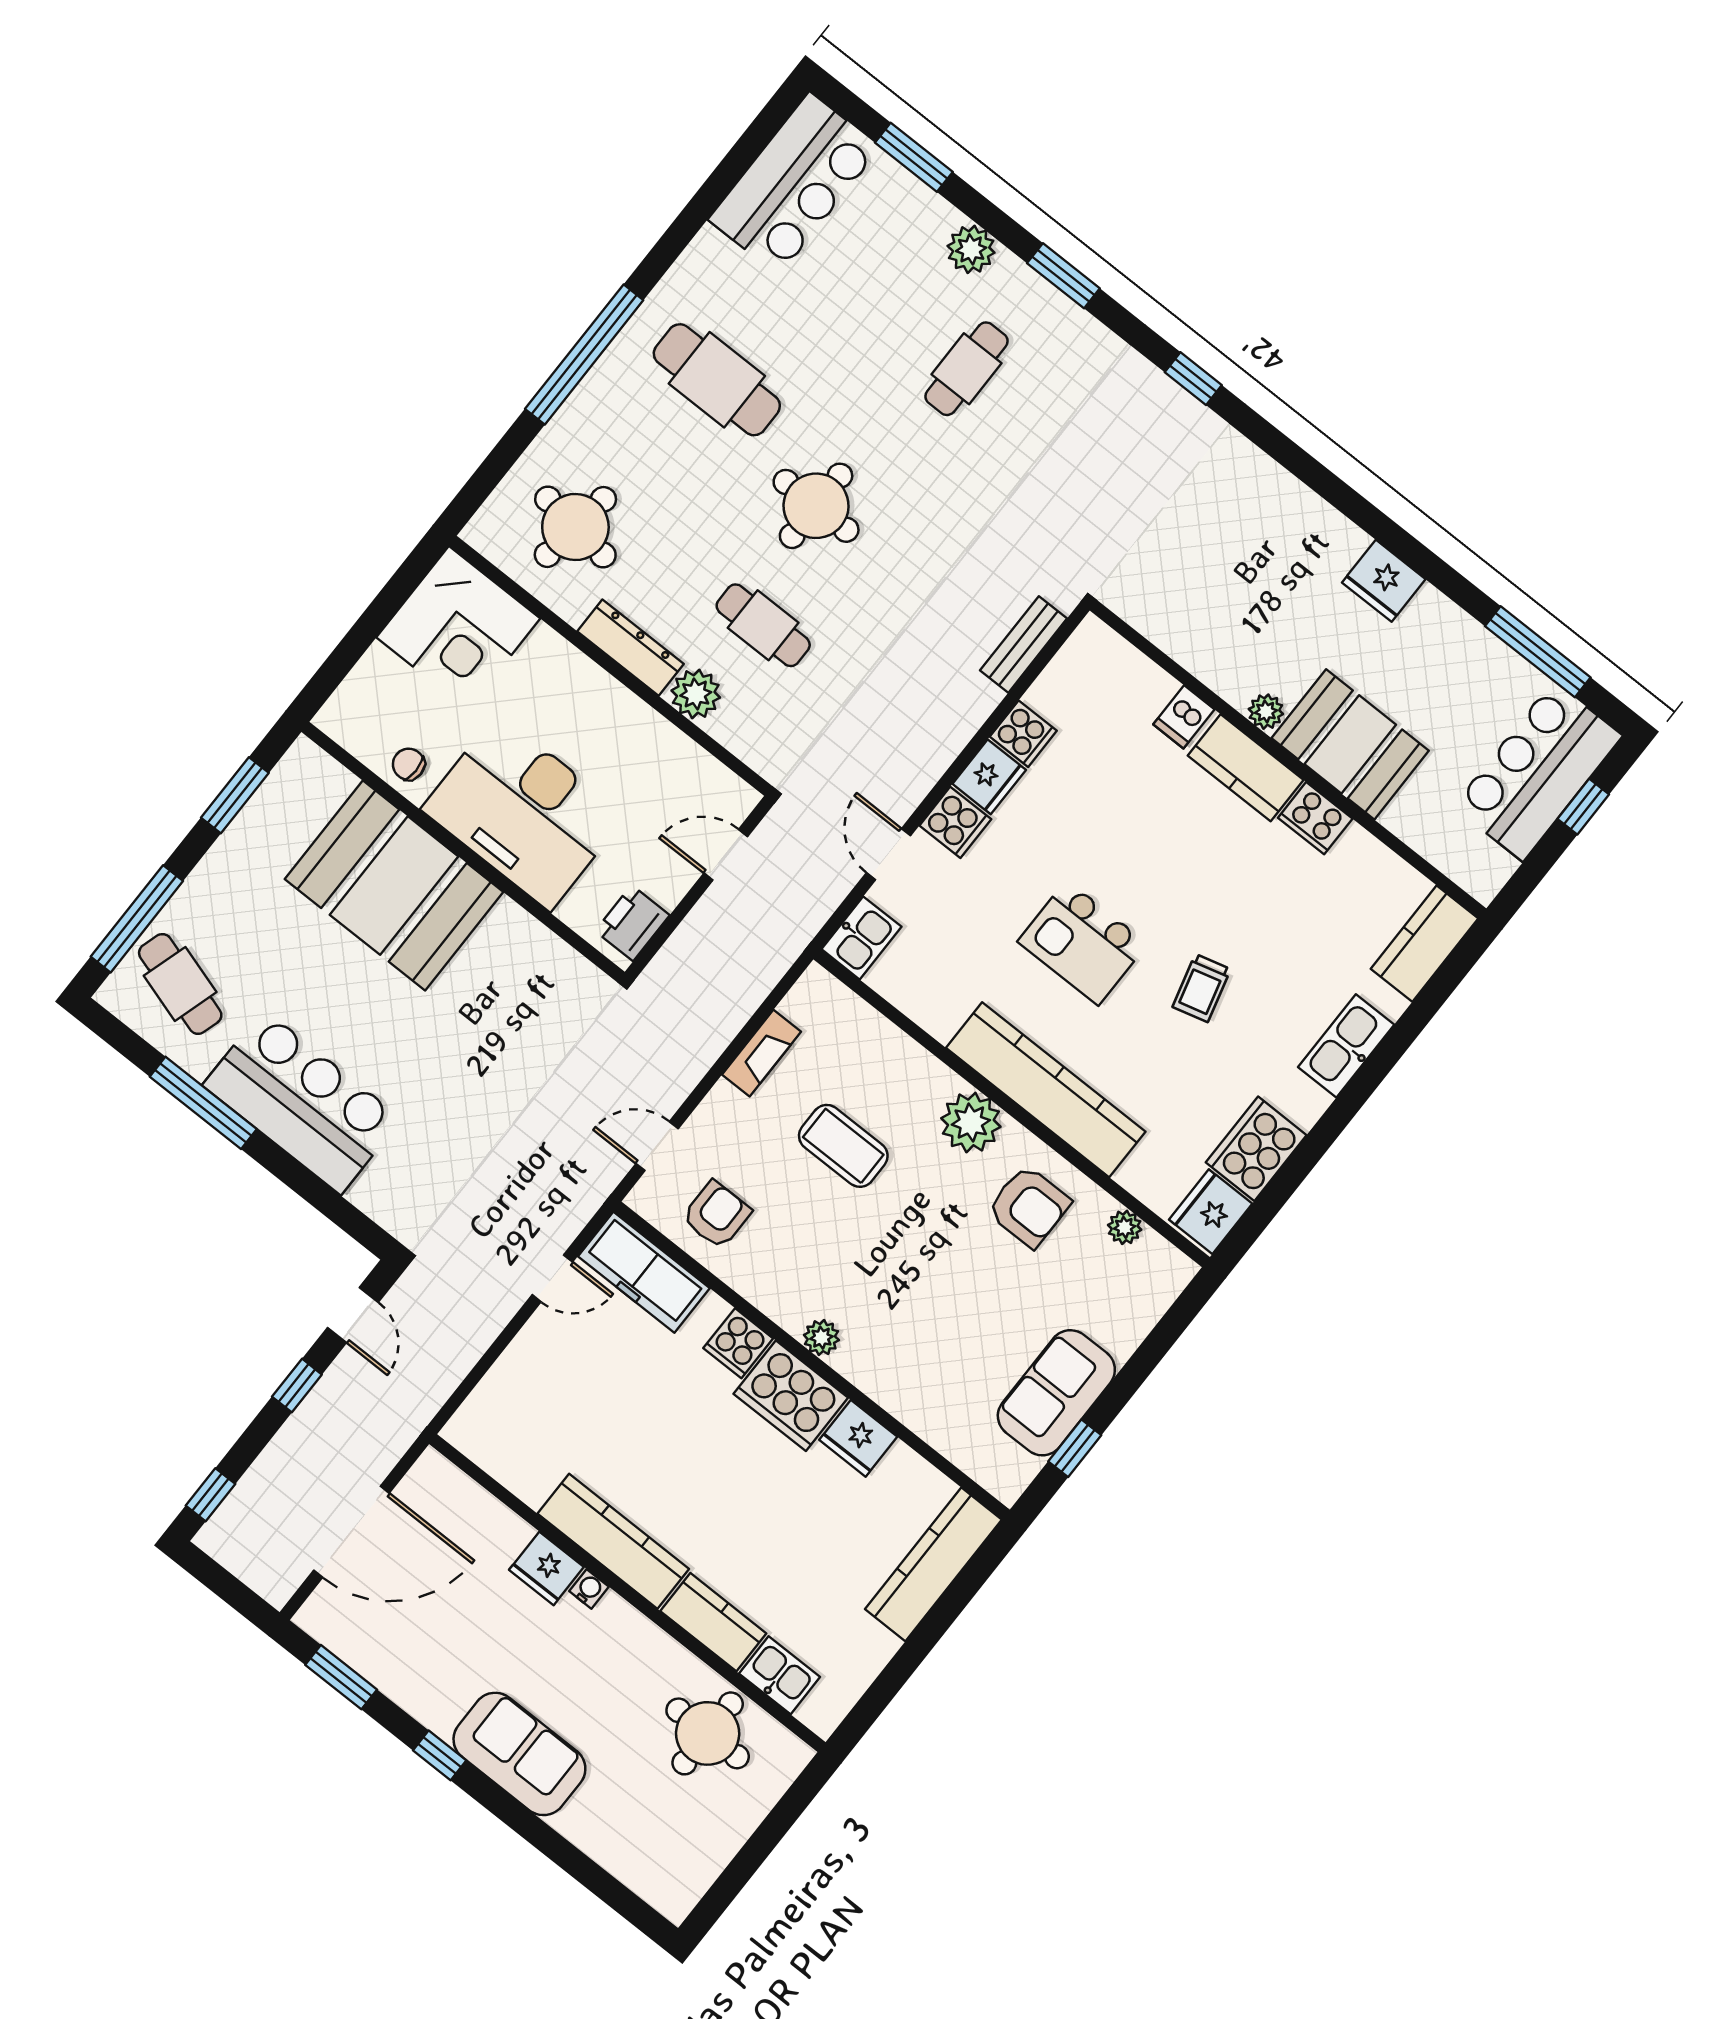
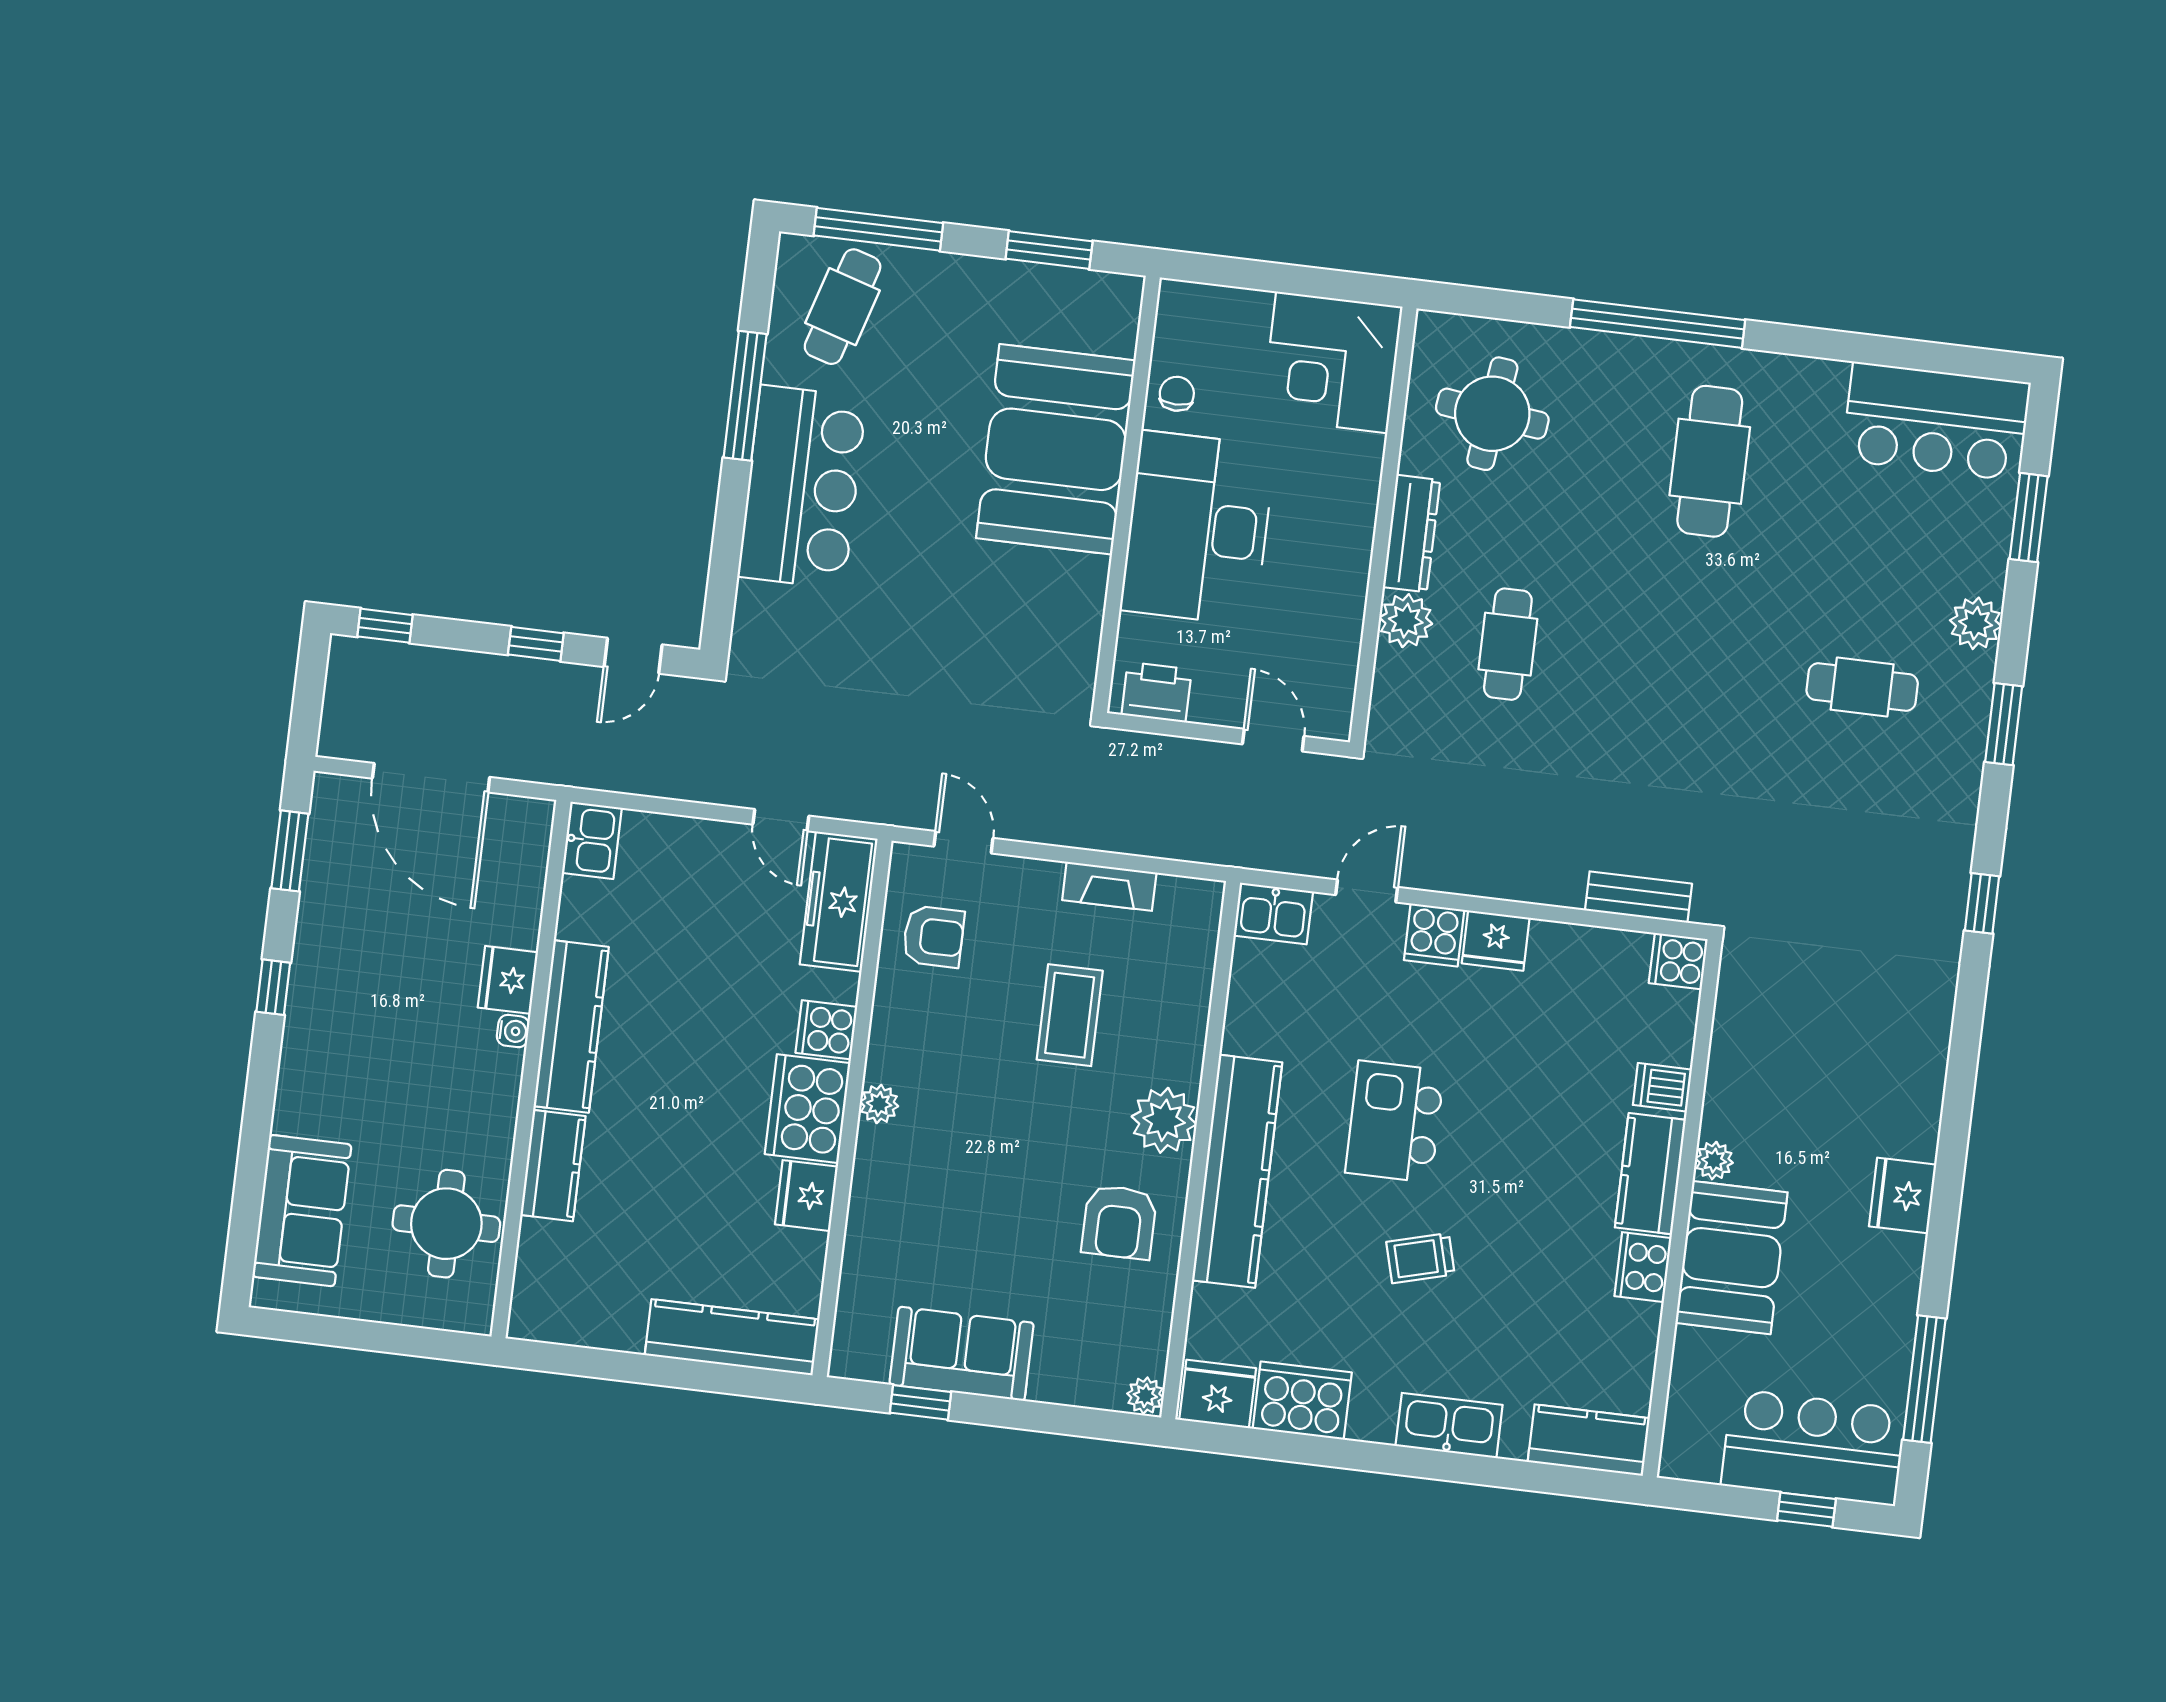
round table: (816, 506) -> (1649, 625), removed
cooker: (1023, 734) -> (1678, 961), moved, turned 90
plant: (1125, 1227) -> (1145, 1396), moved
kitchen sink: (780, 1675) -> (592, 840), moved
sofa: (519, 1754) -> (302, 1211), moved

